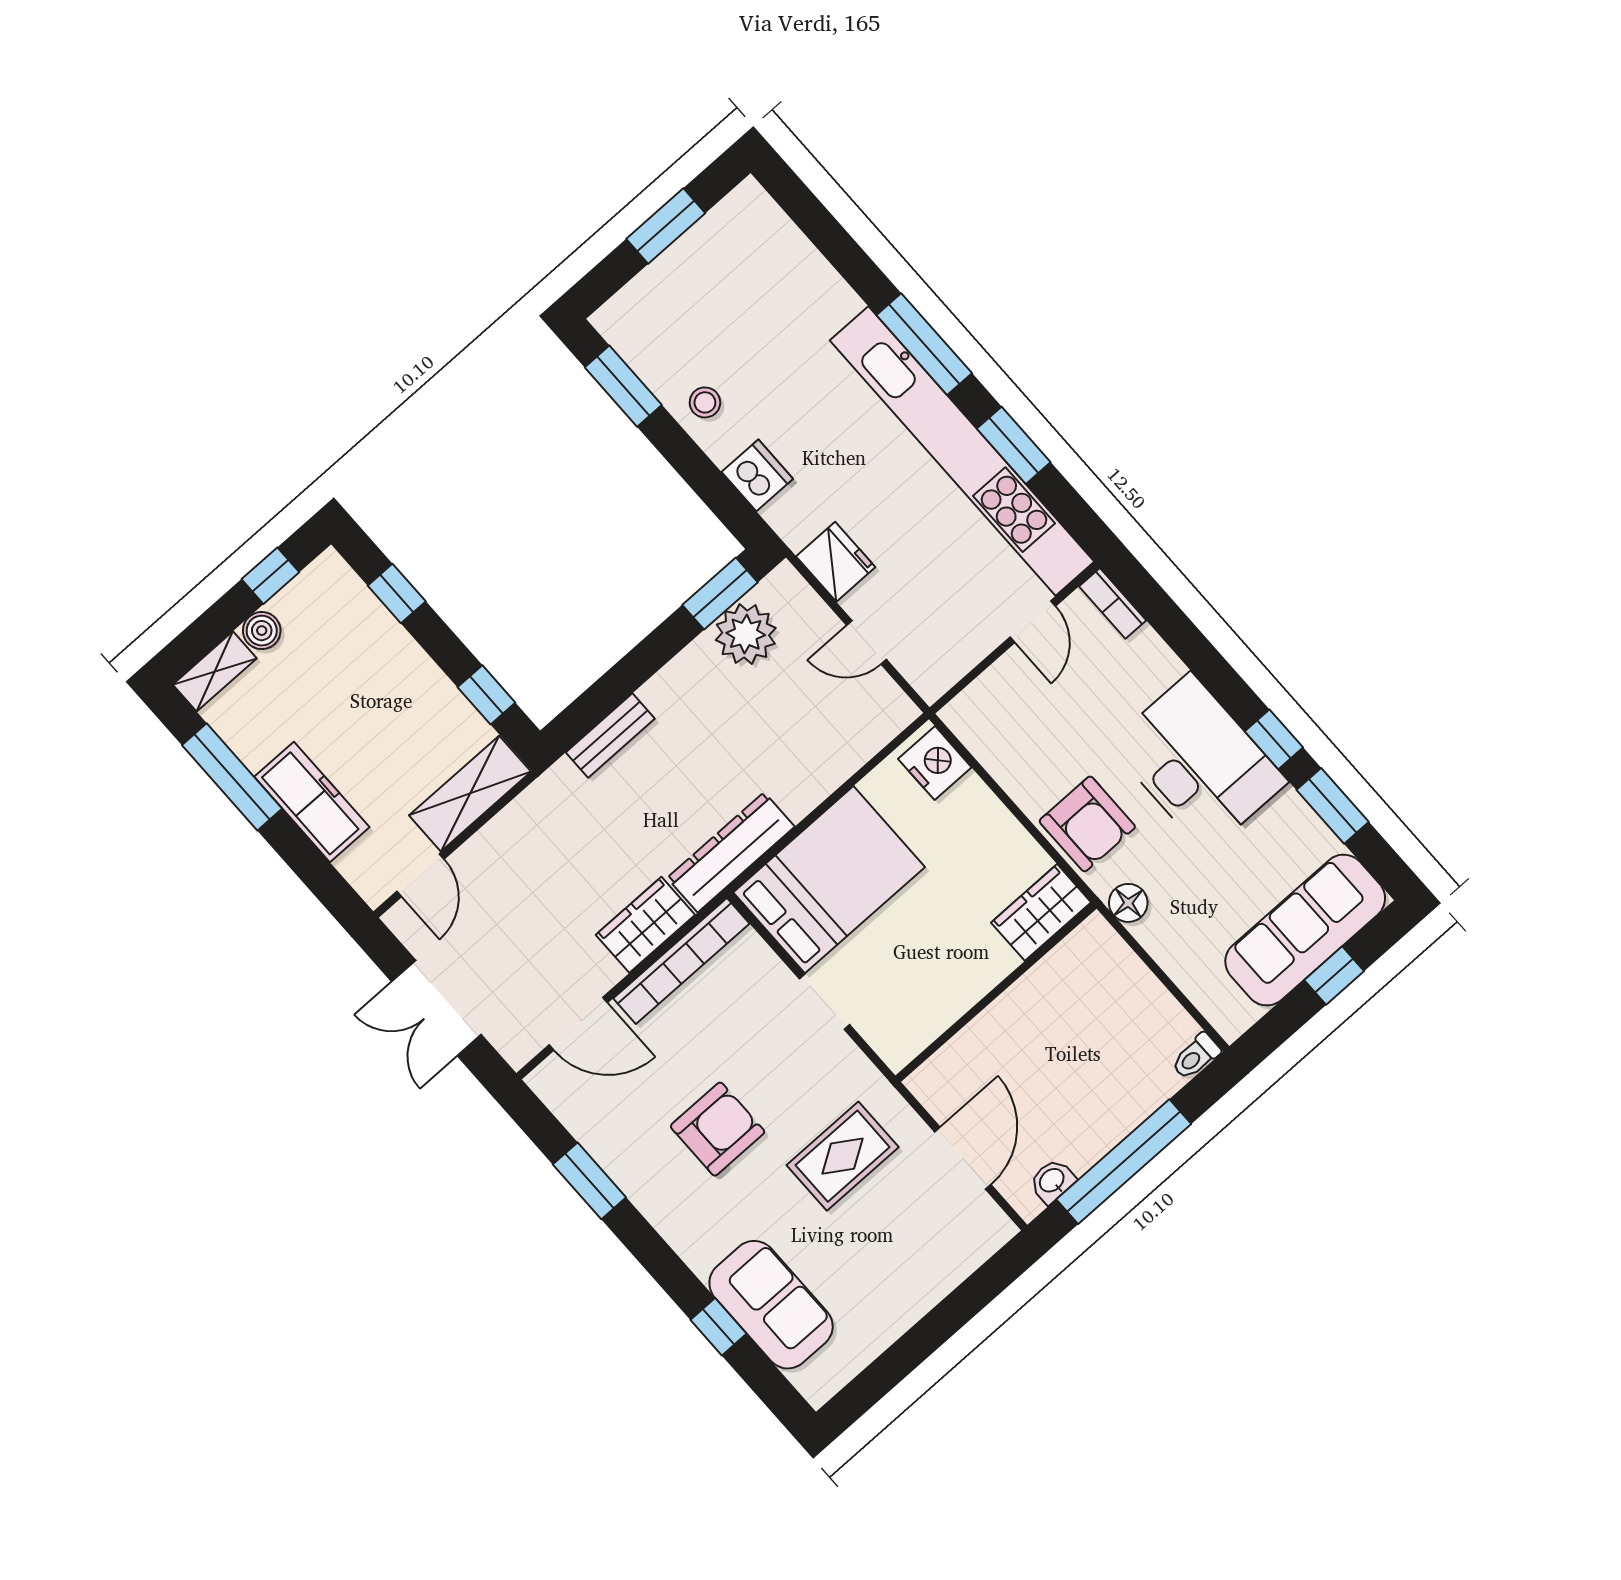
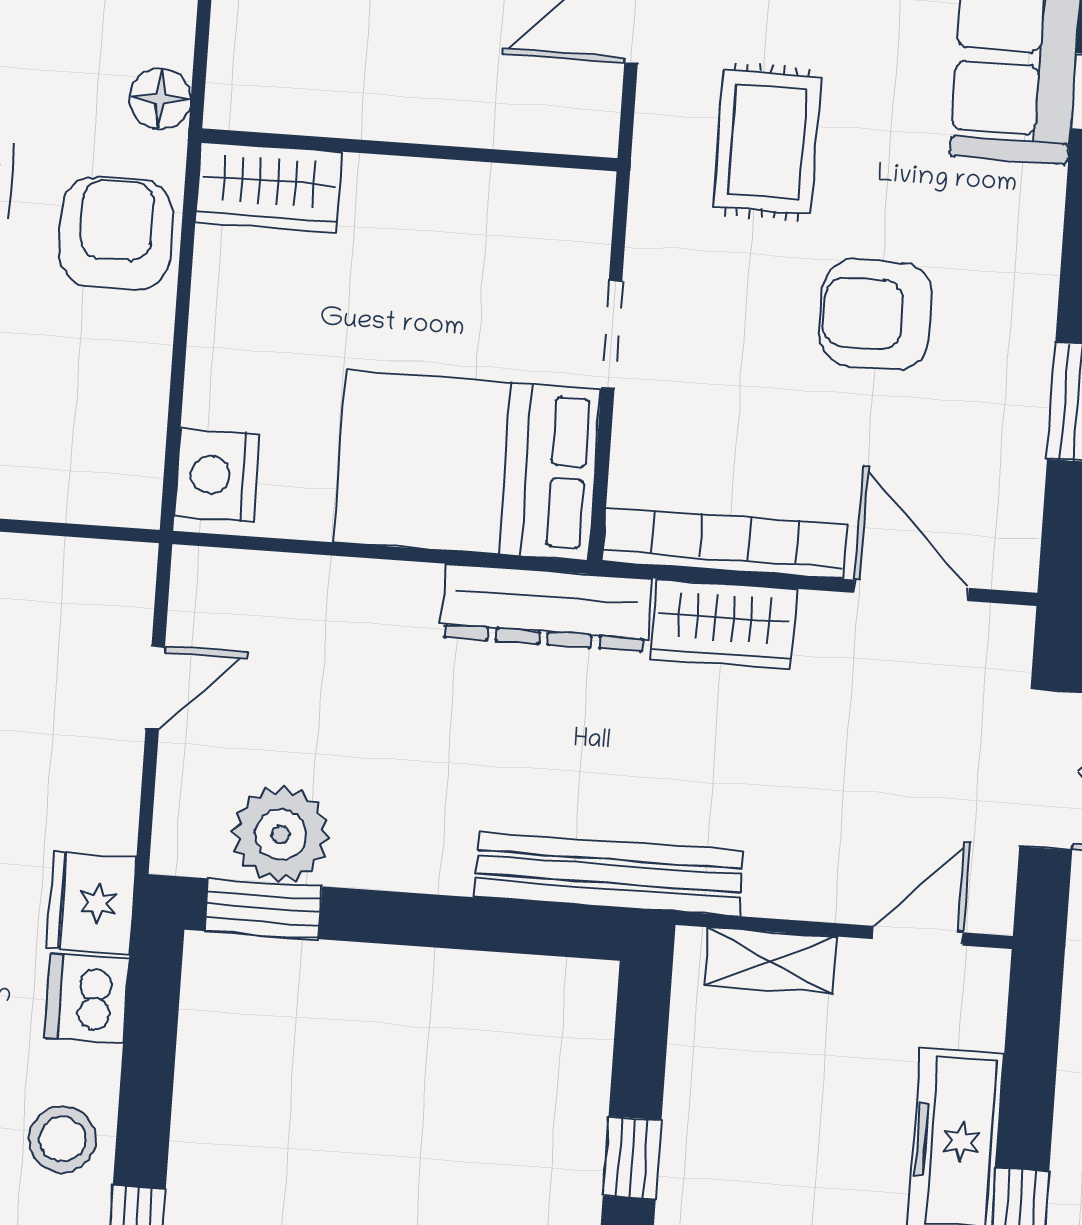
stool: (705, 402) -> (62, 1139), width x1.37, depth x1.37
fridge: (836, 562) -> (91, 902), moved
door: (867, 642) -> (155, 687), hinge flipped
window: (486, 695) -> (632, 1158), moved
bench: (610, 735) -> (609, 874), width x1.86, depth x1.21
shelving: (470, 794) -> (770, 961), width x0.67, depth x0.75
rug: (843, 1156) -> (767, 142), turned 90

